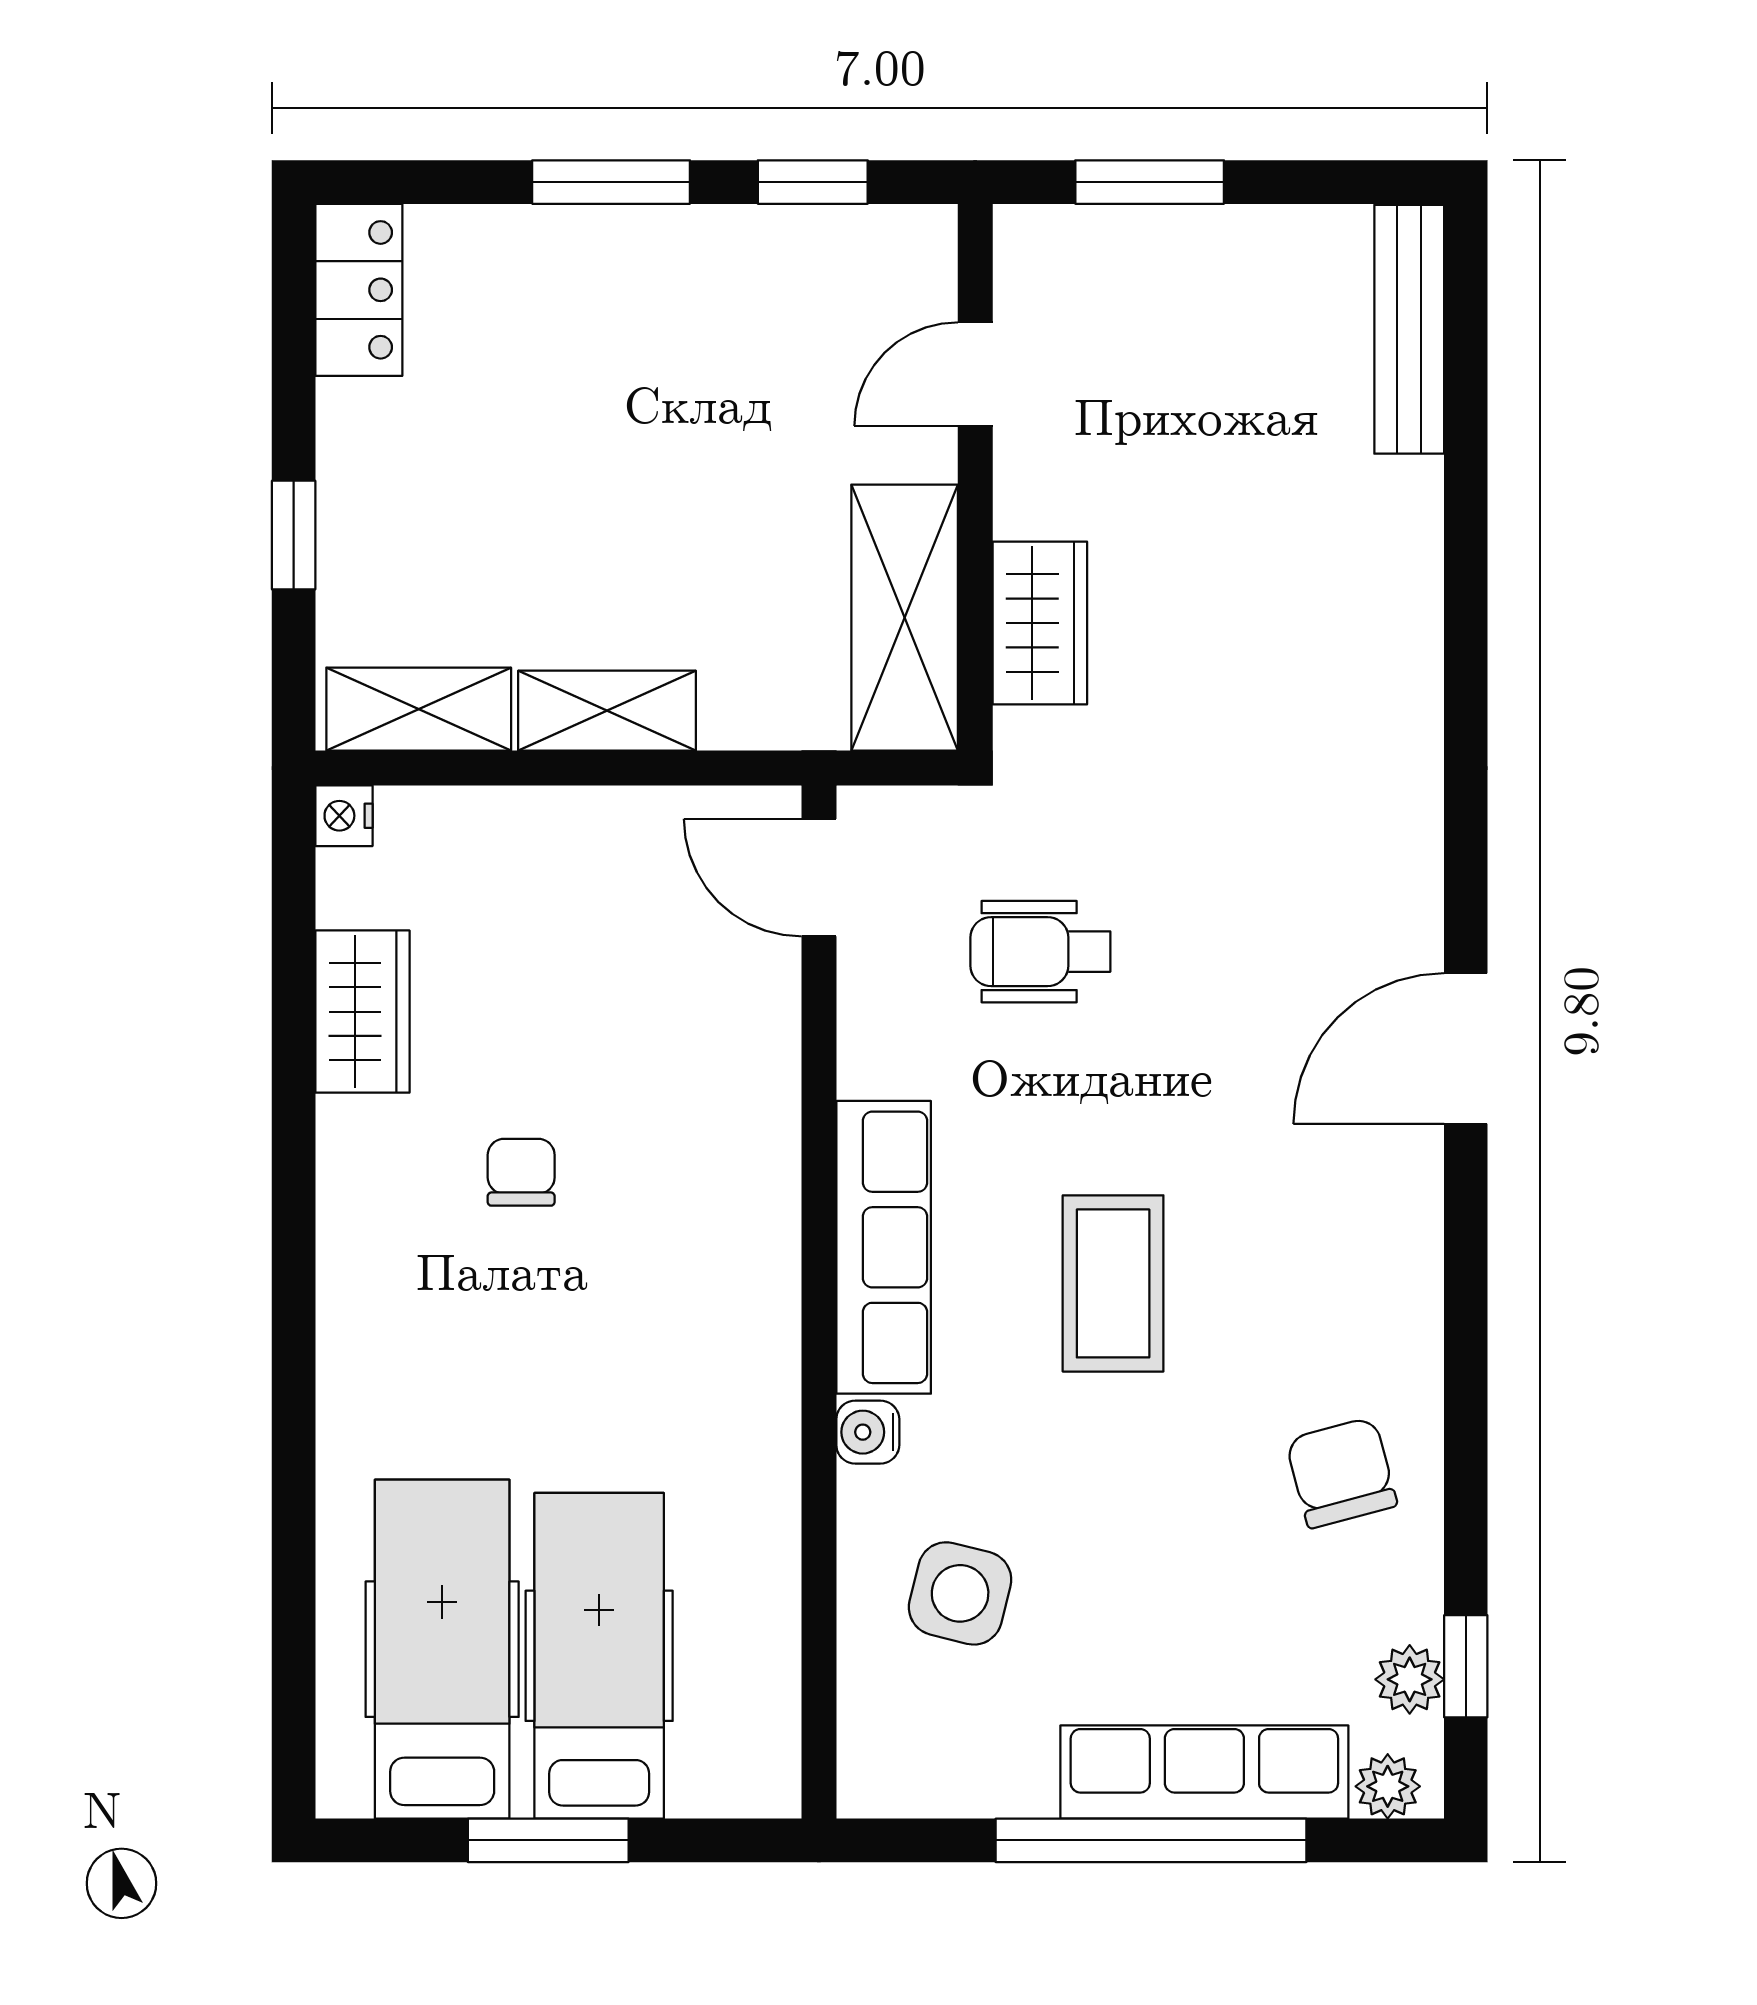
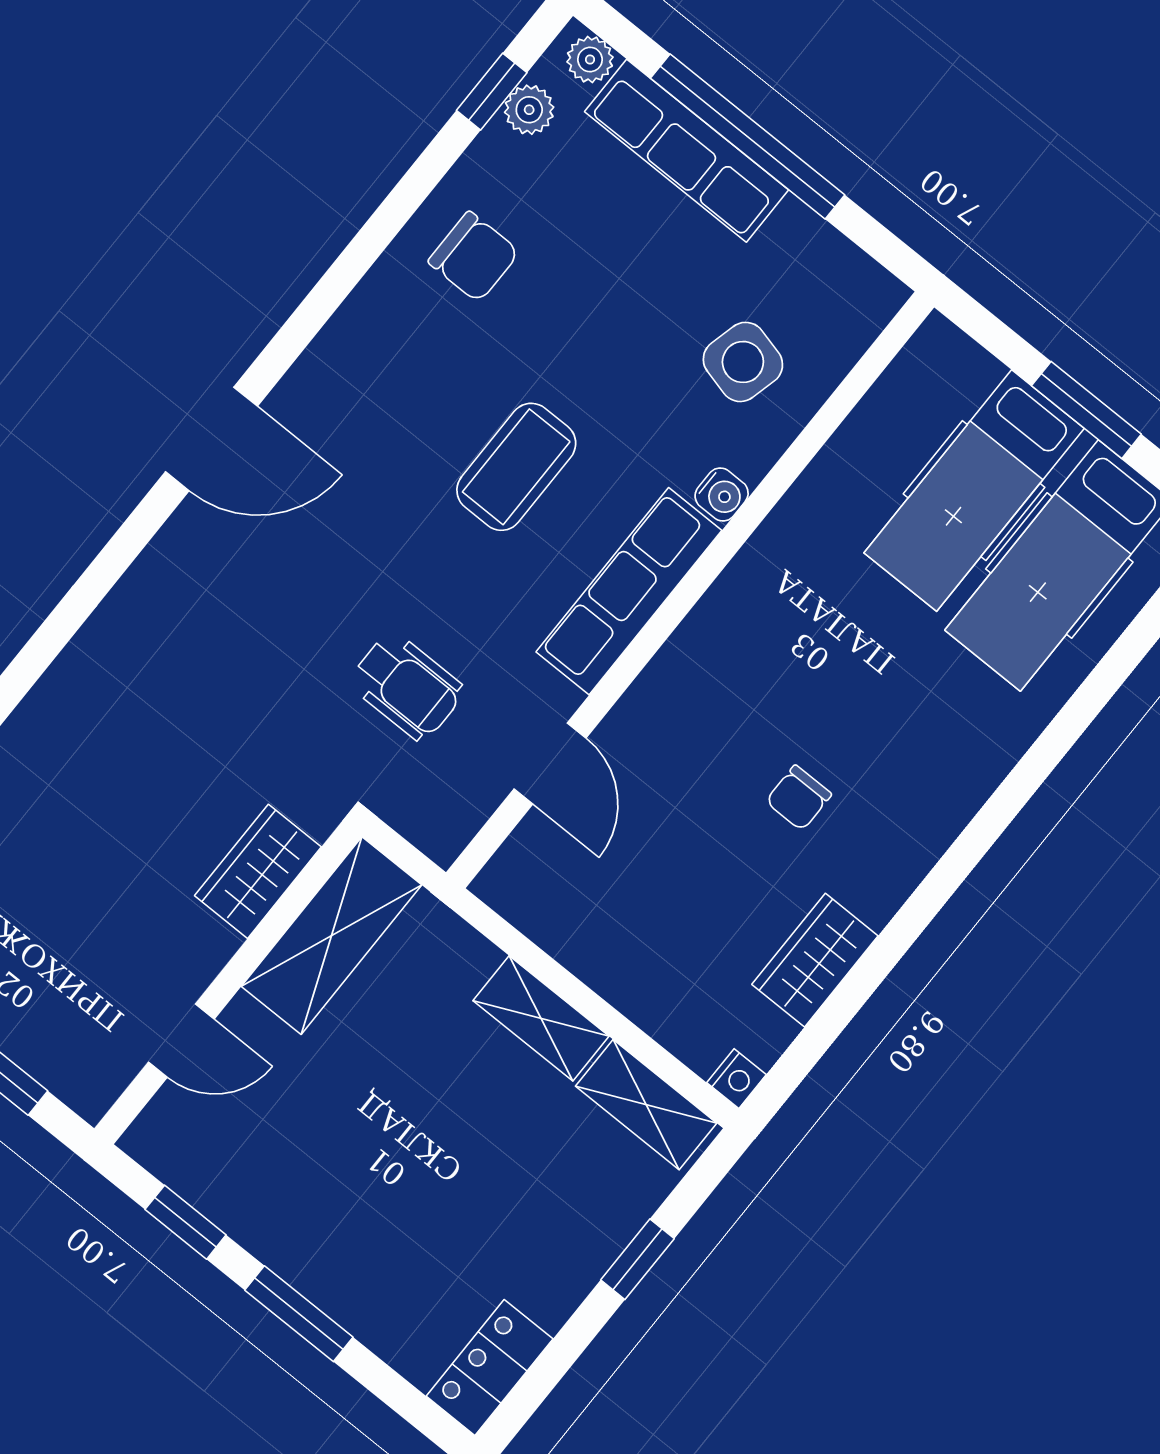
door: (819, 878) -> (550, 763), moved
chair: (1341, 1473) -> (474, 257), turned -75

